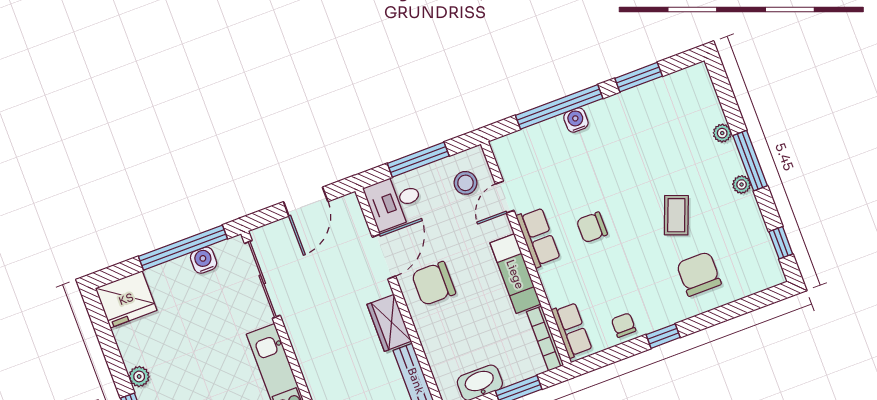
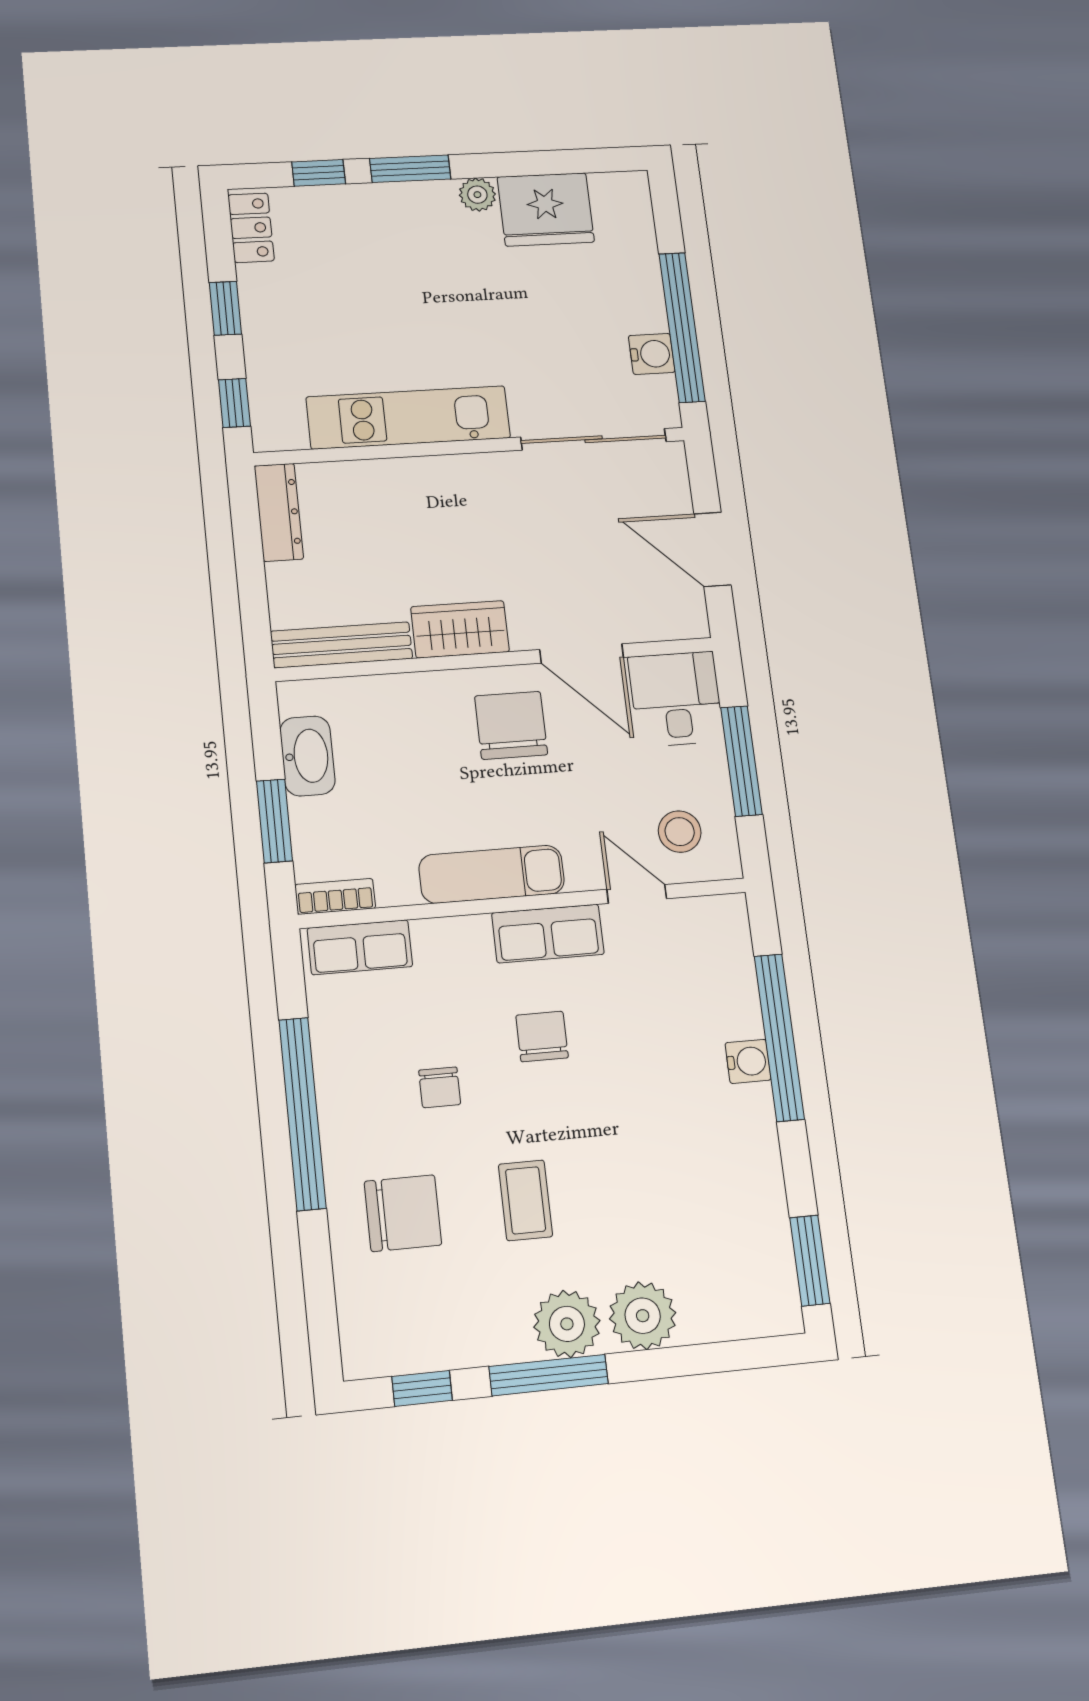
window: (639, 77) -> (810, 1261), moved
plant: (722, 133) -> (643, 1316), width x1.88, depth x1.88
window: (750, 161) -> (549, 1375), moved
plant: (742, 185) -> (567, 1324), width x1.87, depth x1.87
coffee table: (676, 215) -> (525, 1200), turned 69
fridge: (126, 299) -> (546, 209), moved, turned -90
chair: (624, 325) -> (440, 1087), moved, turned 90
window: (663, 336) -> (302, 1114), width x3.17
bookcase: (545, 339) -> (335, 896), width x0.64

